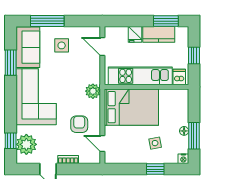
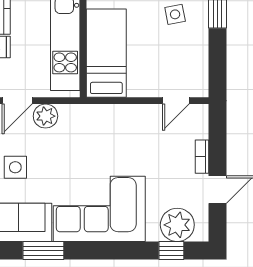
plant: (93, 91) -> (45, 116), moved
bed: (131, 107) -> (106, 53), width x0.67
armchair: (79, 124) -> (144, 138), removed

